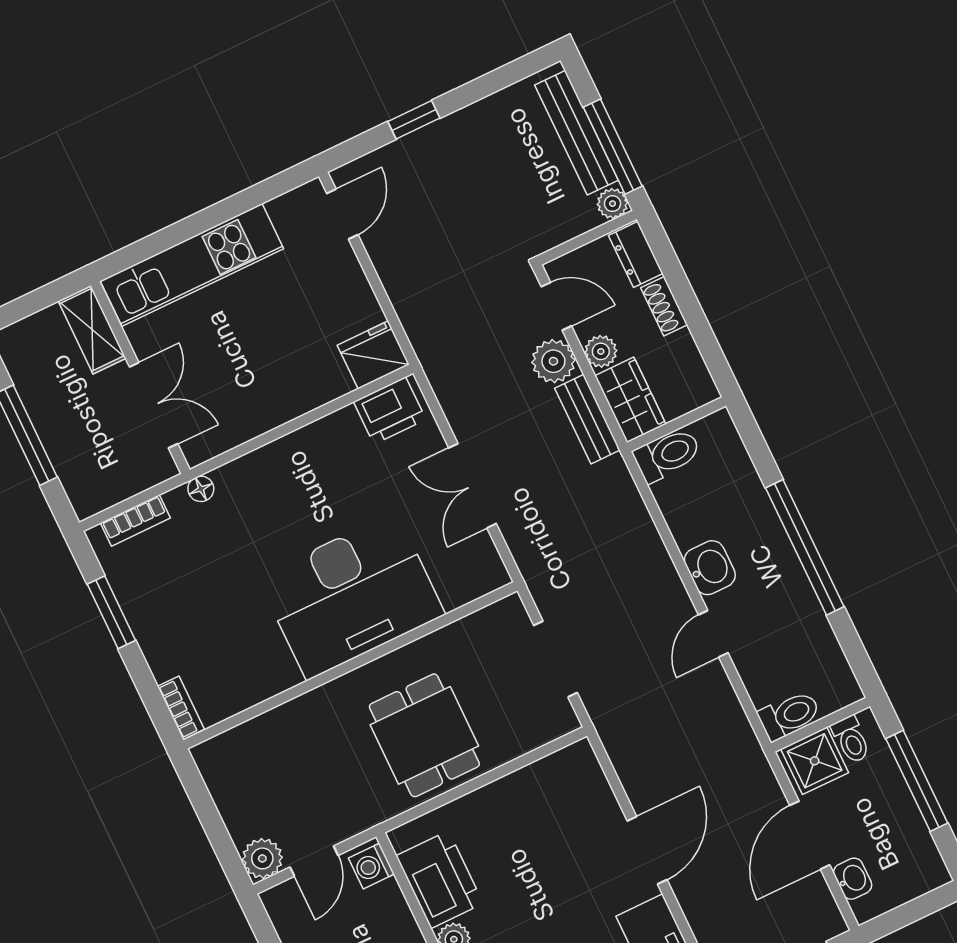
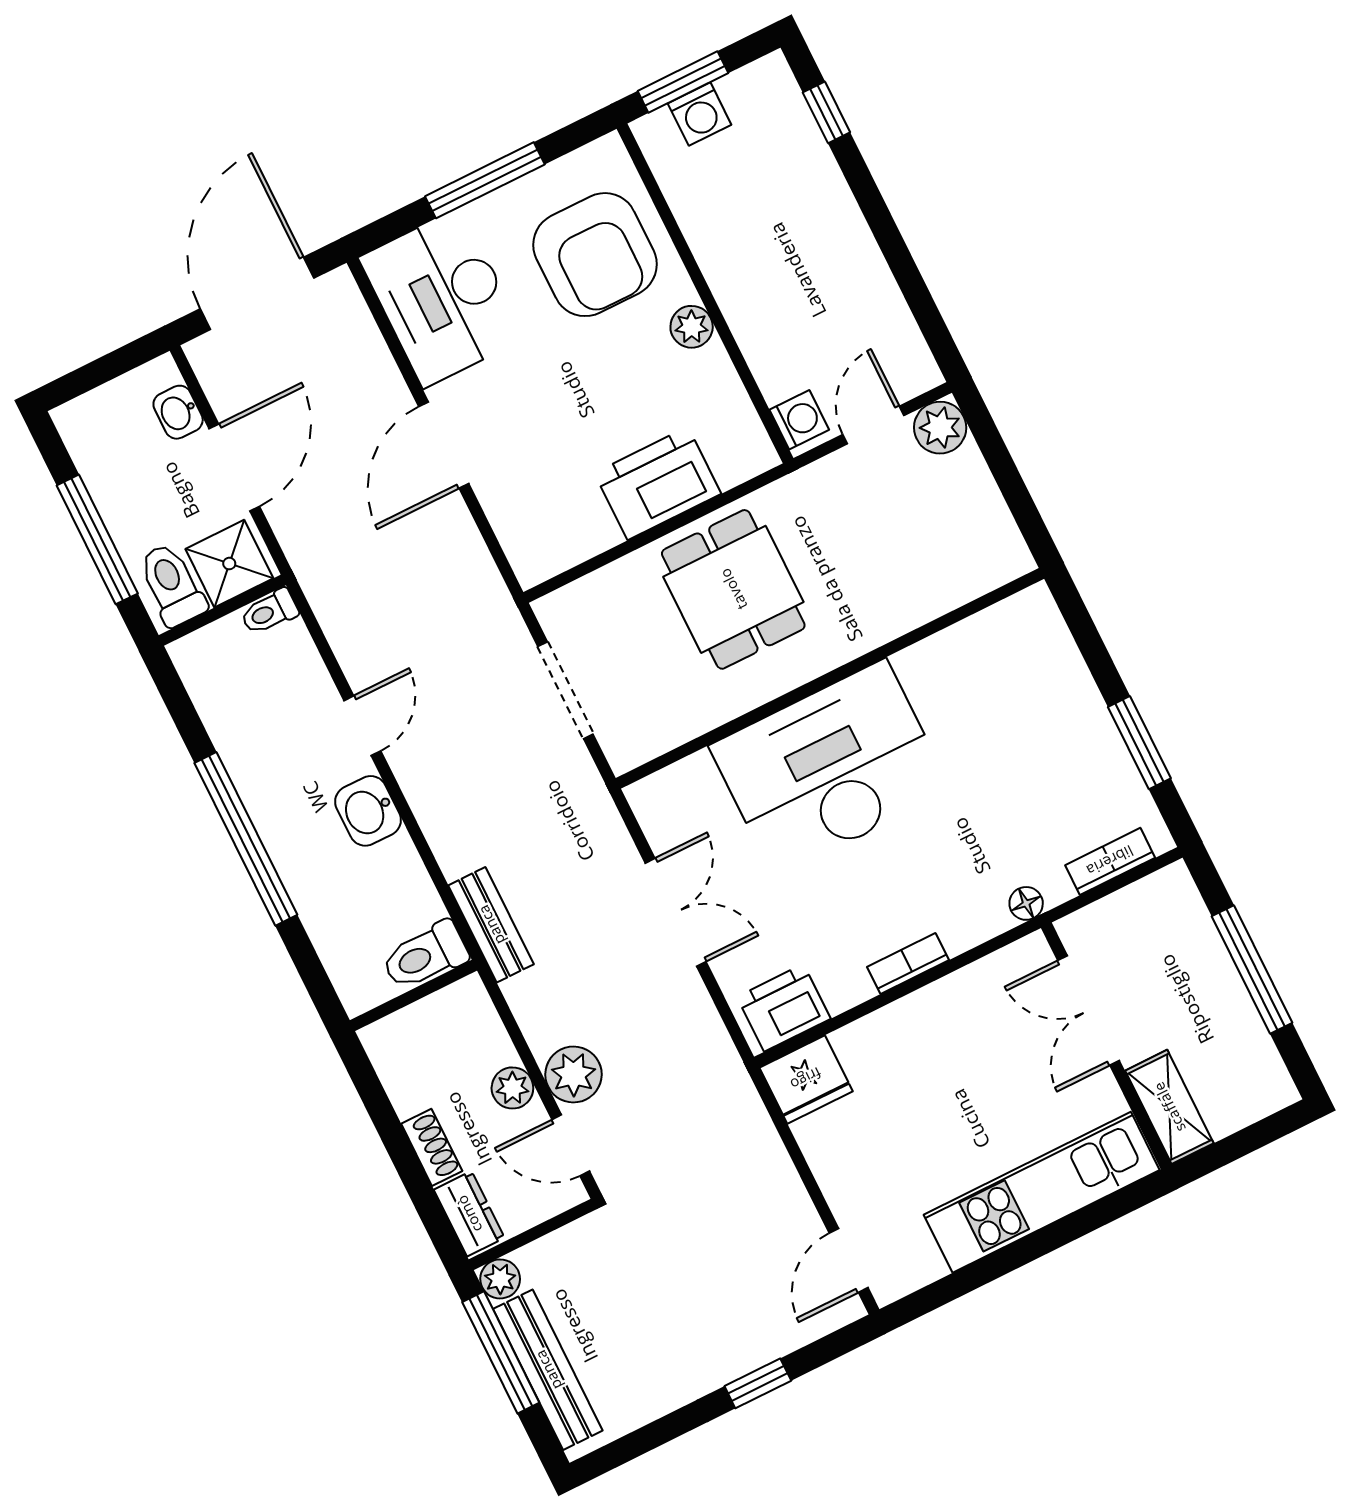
wardrobe: (630, 400) -> (474, 1026), removed
bench: (587, 419) -> (491, 925), moved
bookcase: (181, 708) -> (908, 963), moved, turned 90
toilet: (789, 715) -> (269, 612), width x0.73, depth x0.72
toilet: (851, 740) -> (172, 585), width x1.37, depth x1.39
printer: (440, 880) -> (658, 483), moved, turned 90

